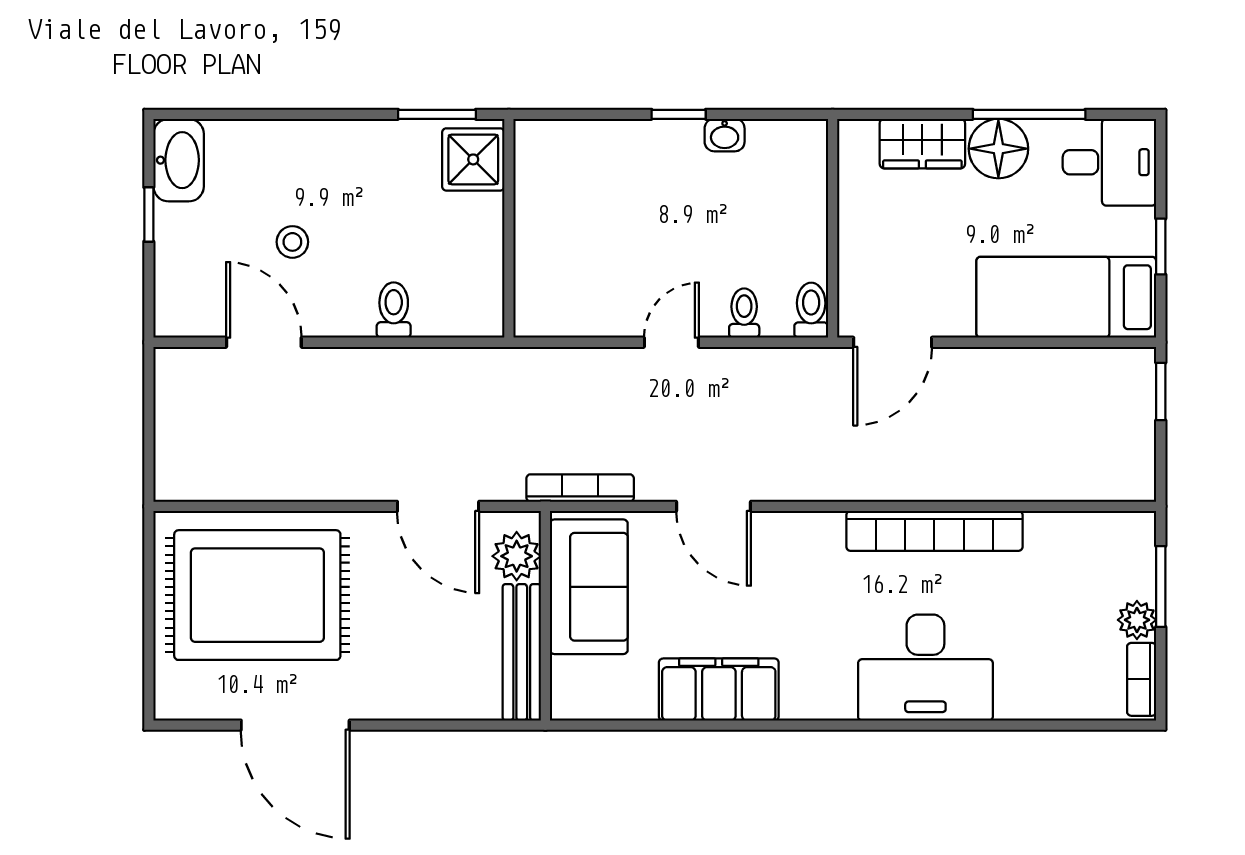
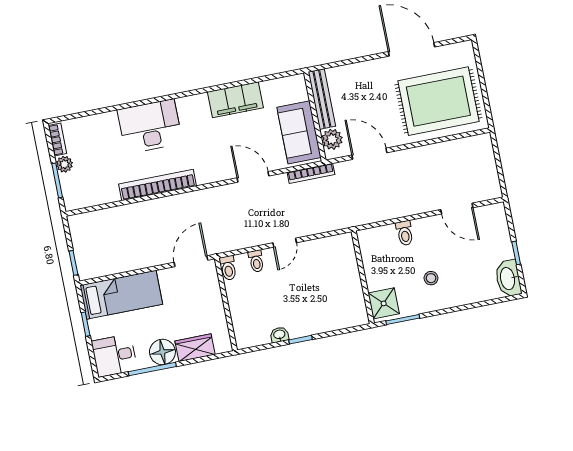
stool: (292, 242) -> (431, 278), moved

